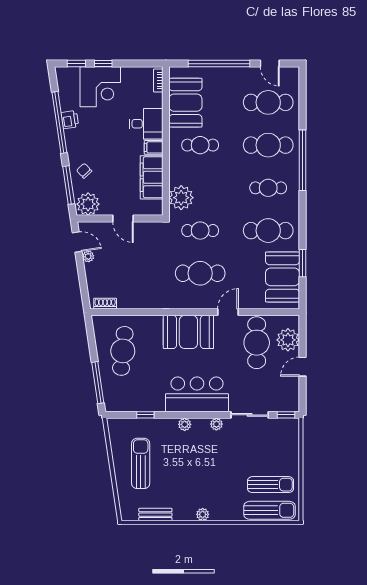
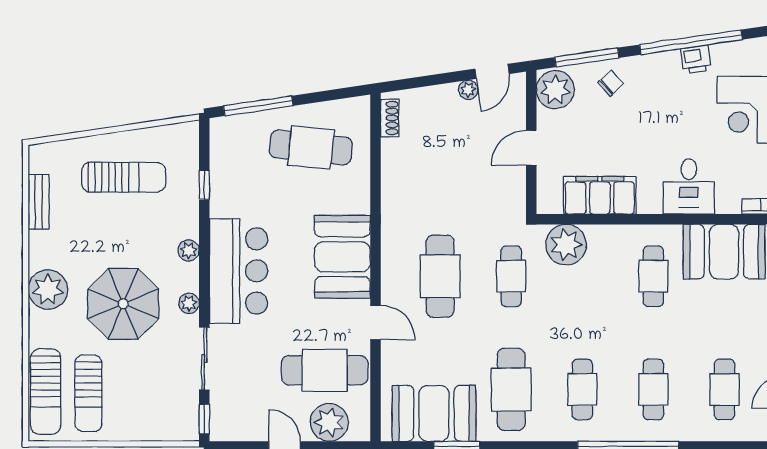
cafe table: (268, 102) -> (724, 389), width x0.73, depth x0.74
cafe table: (268, 145) -> (653, 389), width x0.73, depth x0.74
filing cabinet: (154, 147) -> (650, 199), removed
parasol: (217, 464) -> (123, 304), added
plant: (203, 514) -> (48, 290), width x1.88, depth x1.88

